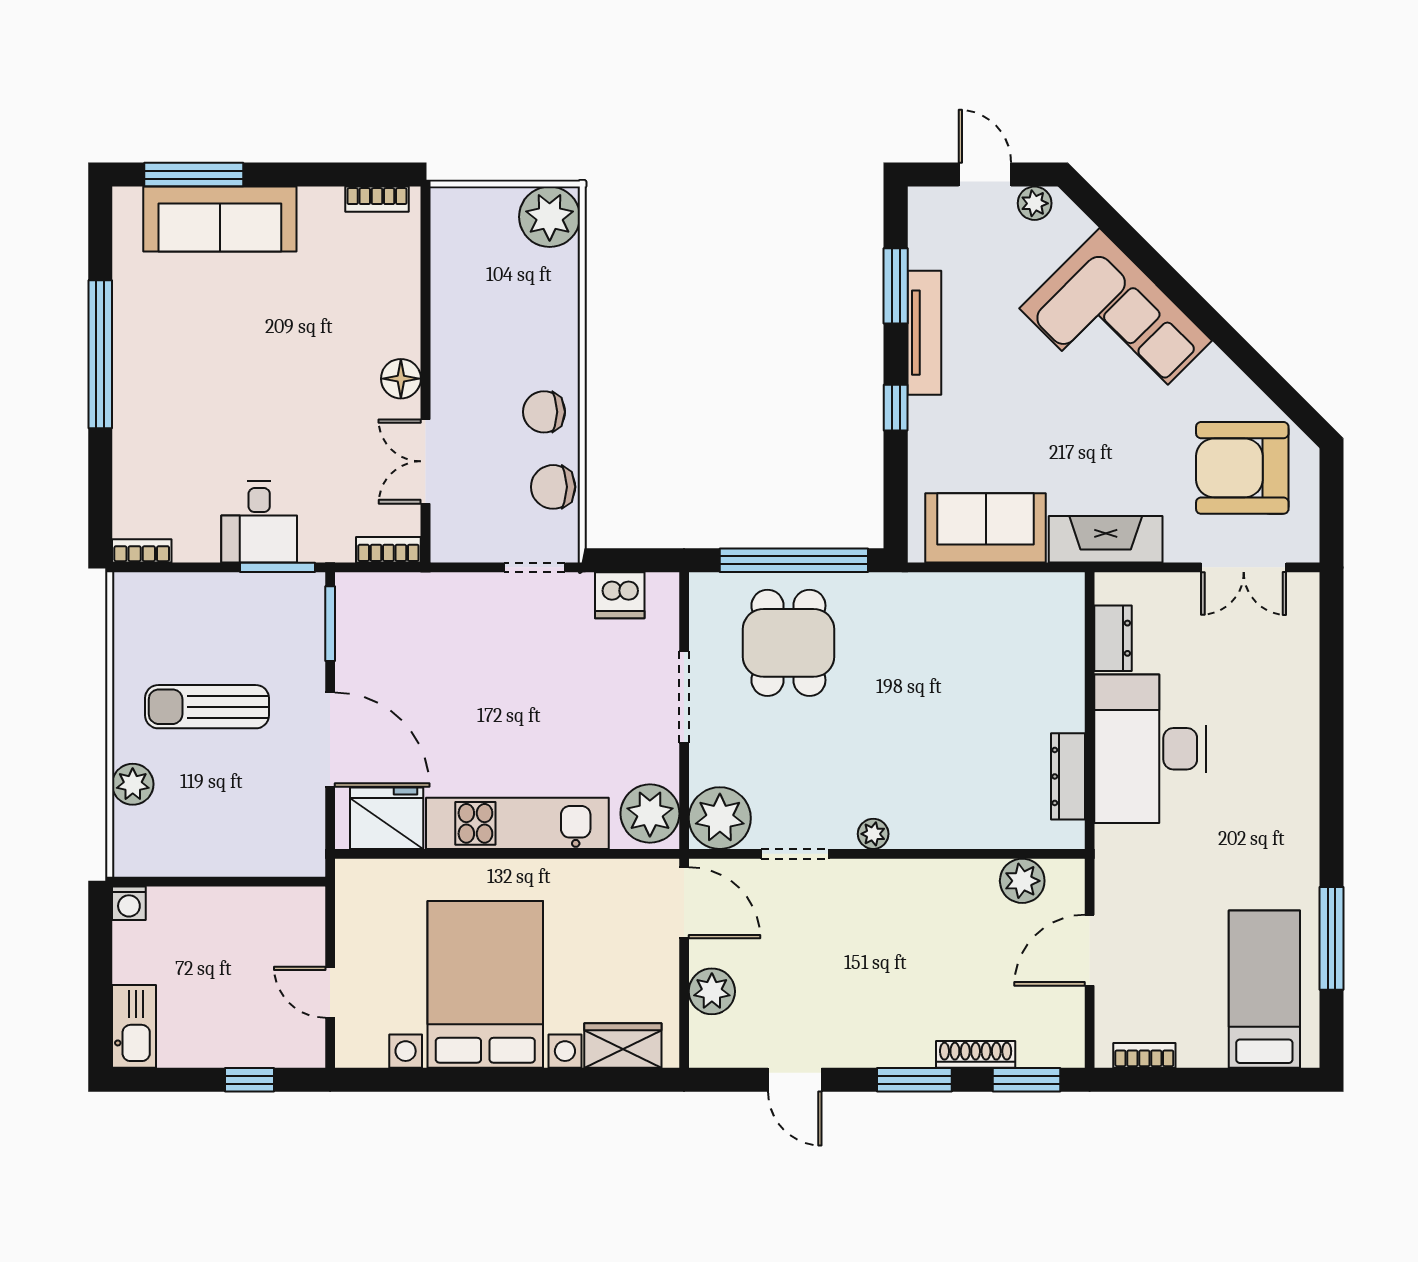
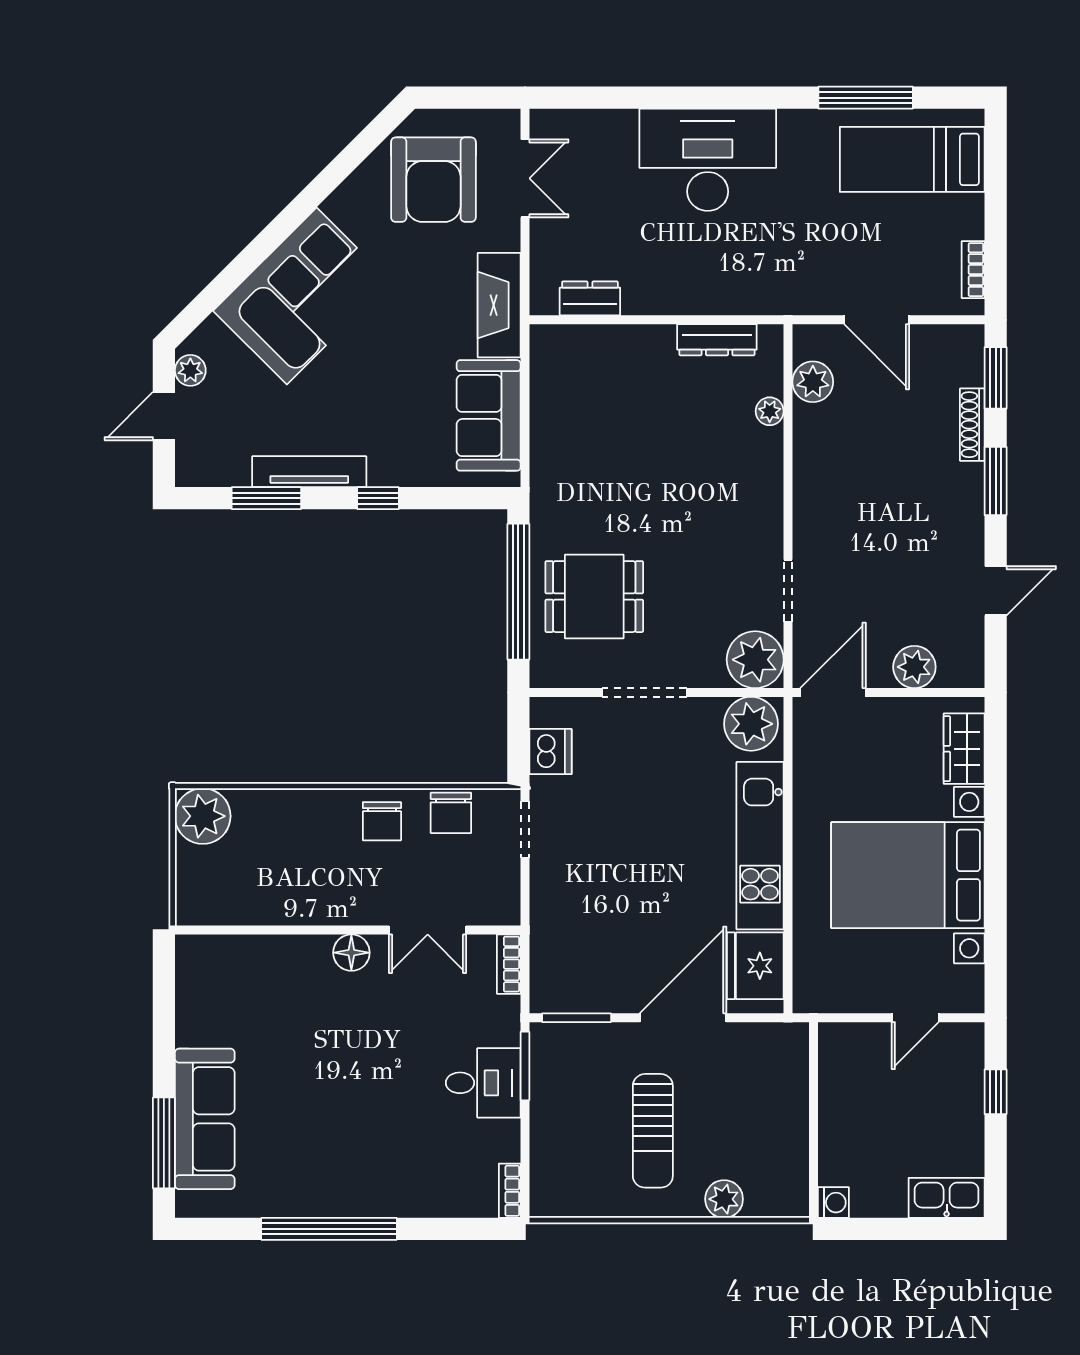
bookcase: (377, 199) -> (187, 975), removed
desk: (1150, 749) -> (708, 160), moved, turned 180
plant: (873, 834) -> (770, 411), moved

